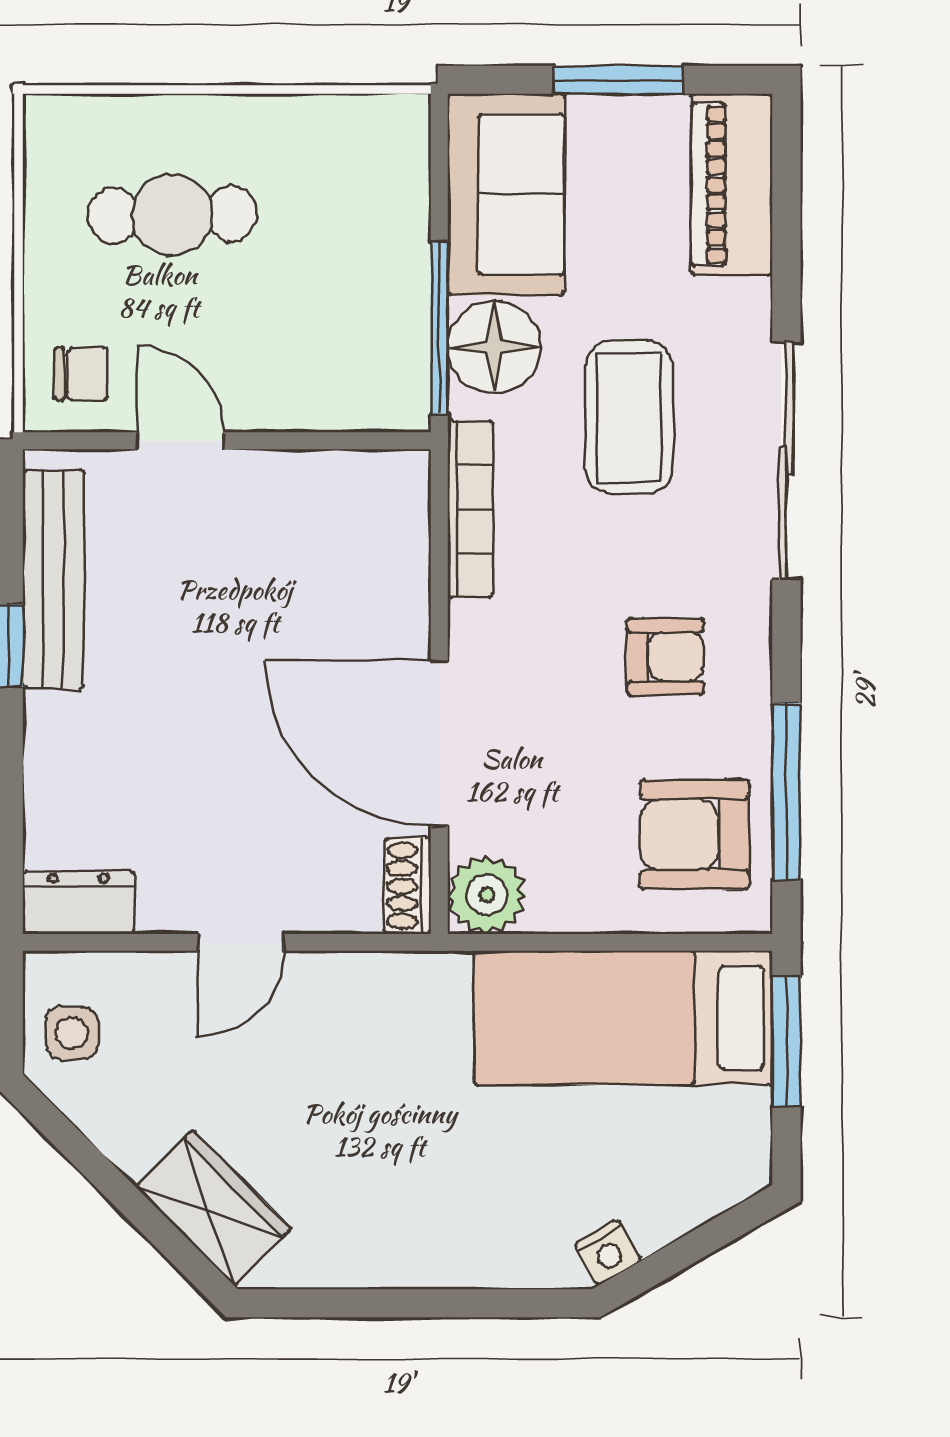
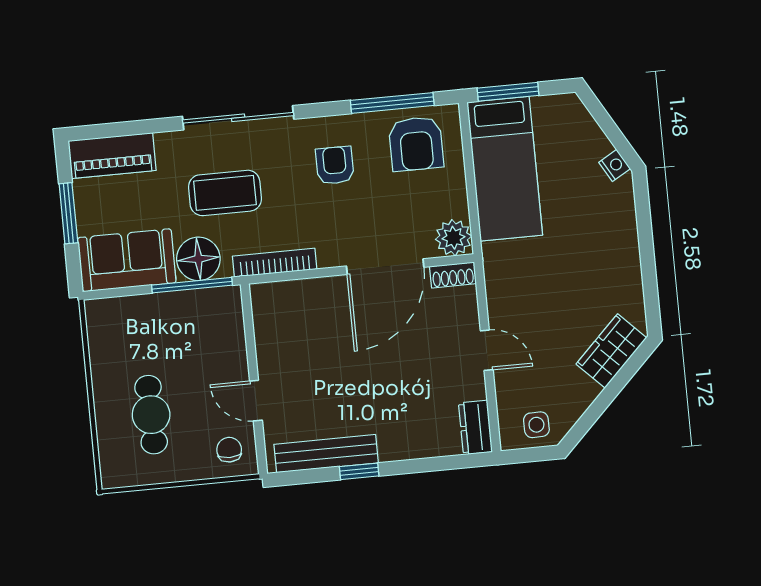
door: (180, 441) -> (256, 401), hinge flipped

